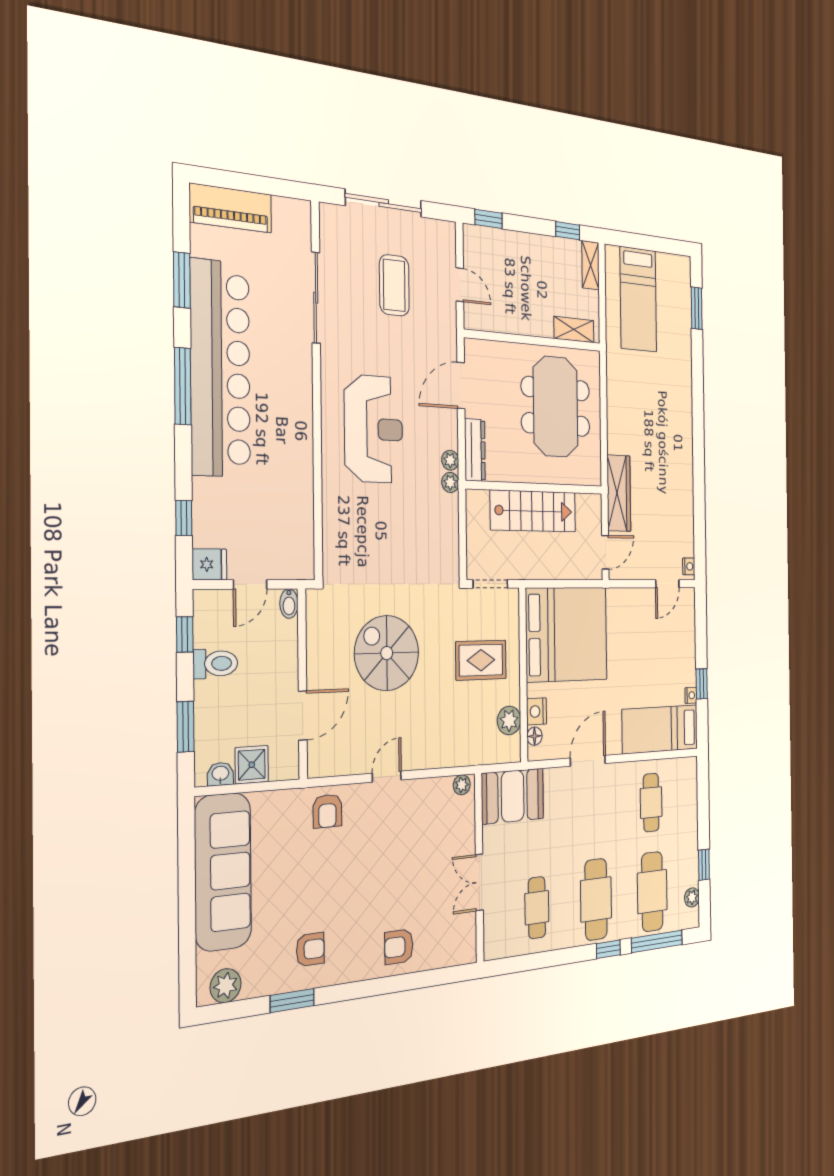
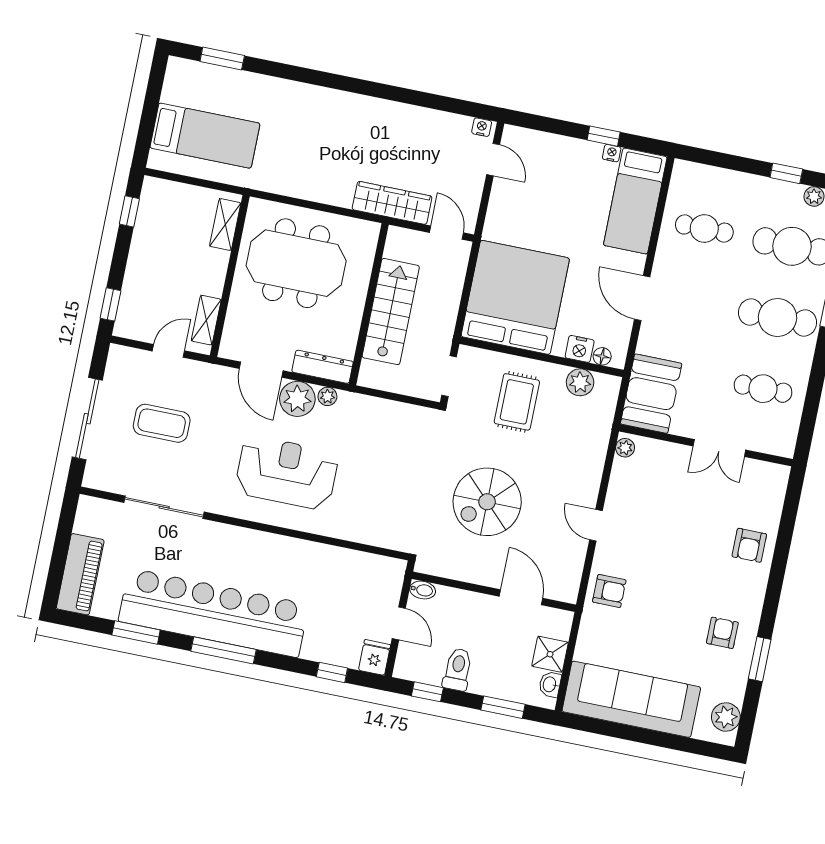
shelving: (591, 265) -> (206, 320), moved, turned 90
plant: (450, 482) -> (297, 399), moved, width x1.88, depth x1.88

